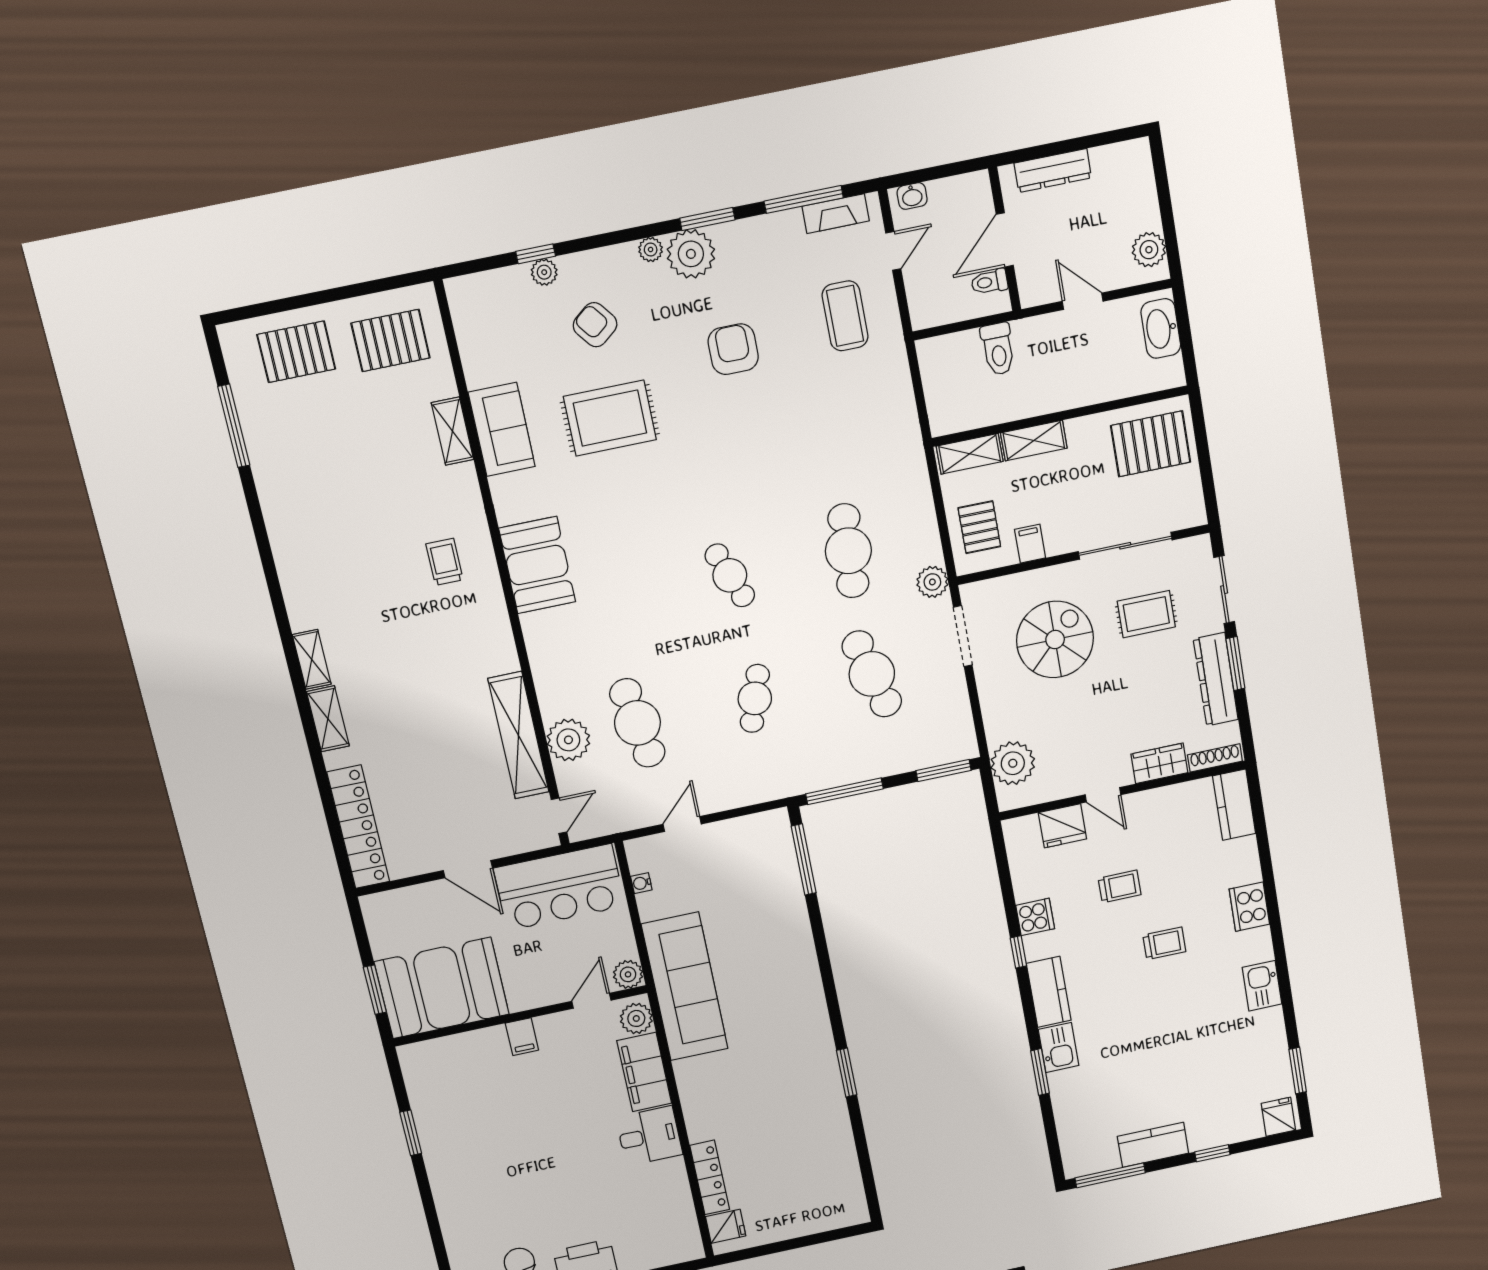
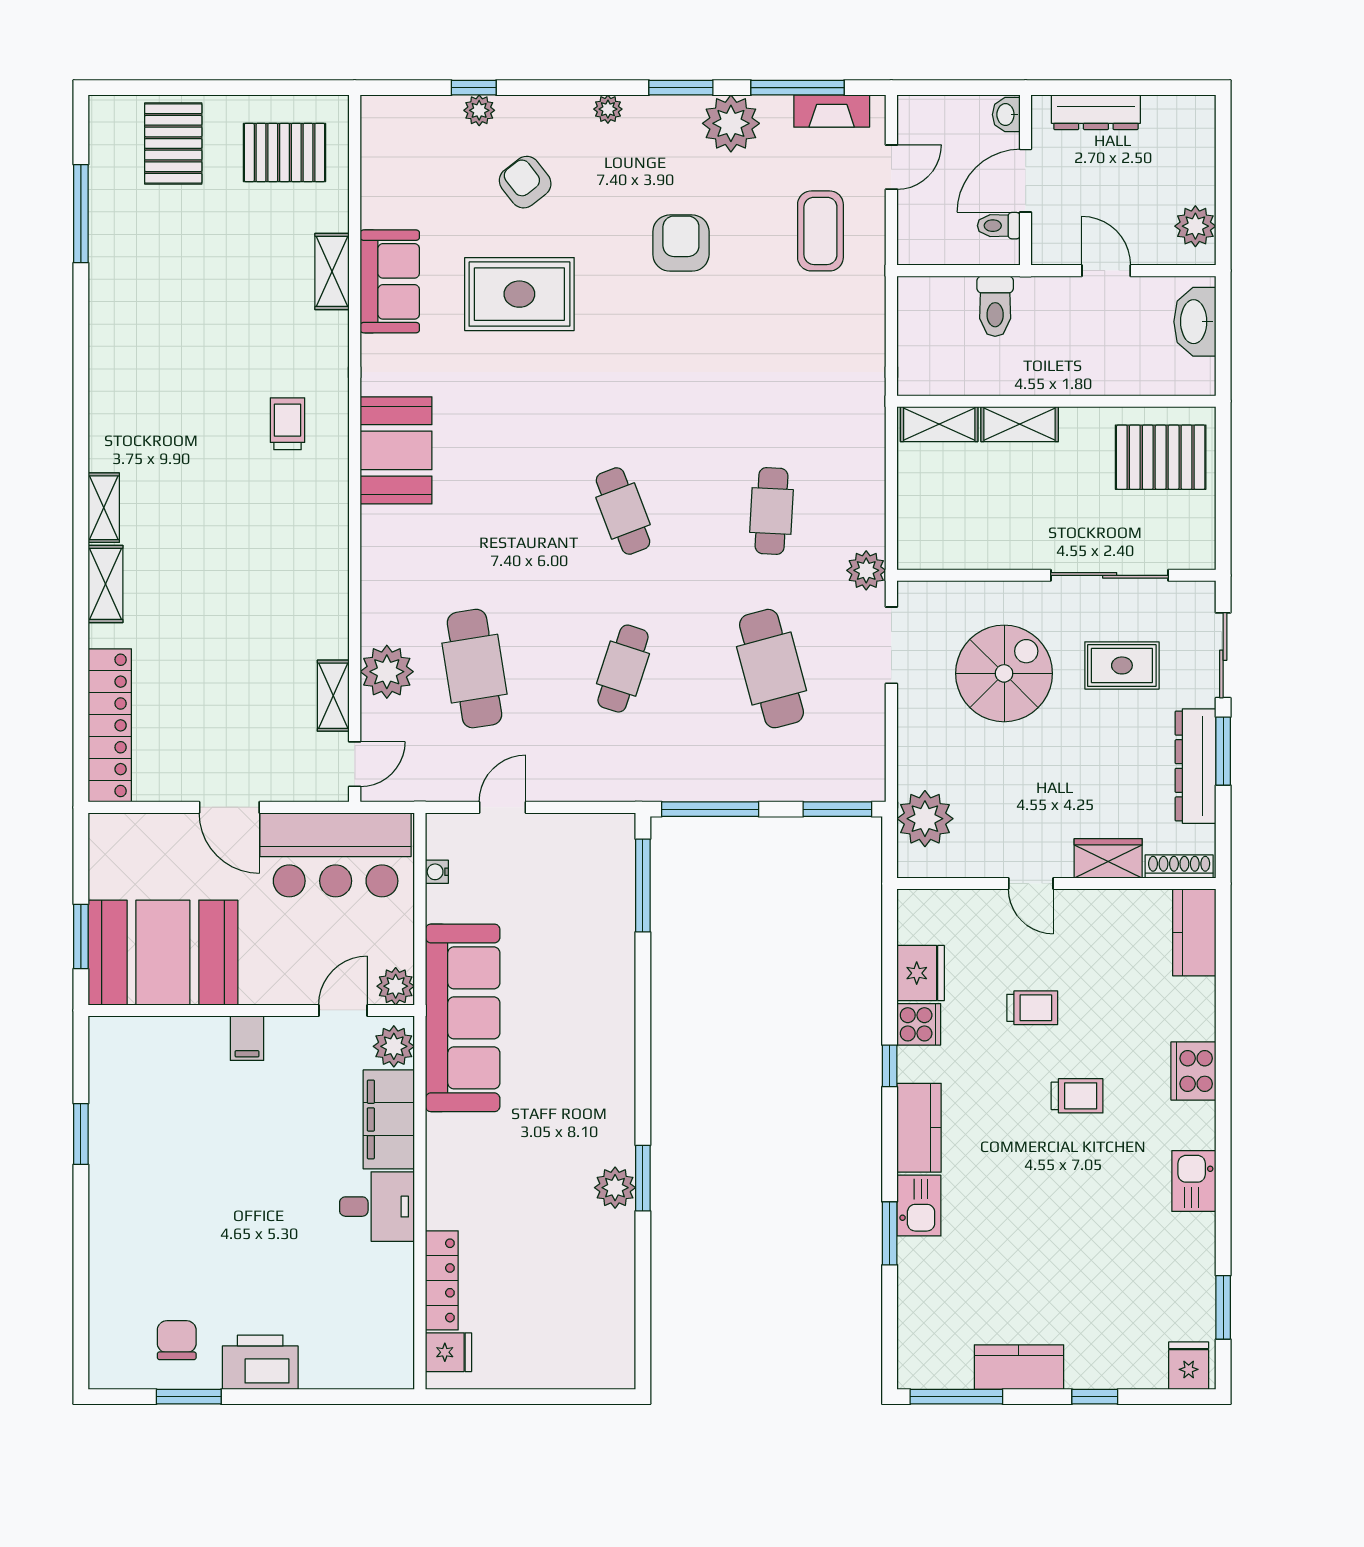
washbasin: (912, 196) -> (1006, 115), moved, turned 90
plant: (691, 254) -> (731, 123), moved
pallet: (296, 352) -> (173, 143), turned 90
pallet: (979, 527) -> (935, 515), removed
filing cabinet: (1030, 544) -> (994, 548), removed
cafe table: (848, 551) -> (771, 511), width x0.73, depth x0.74
shelving: (518, 735) -> (333, 696), width x0.45, depth x0.75
fridge: (1062, 826) -> (921, 973), moved, turned -90
plant: (827, 1084) -> (615, 1188), added

